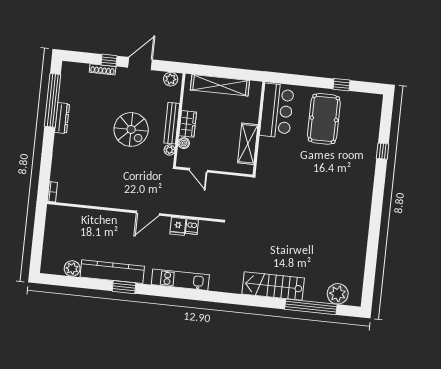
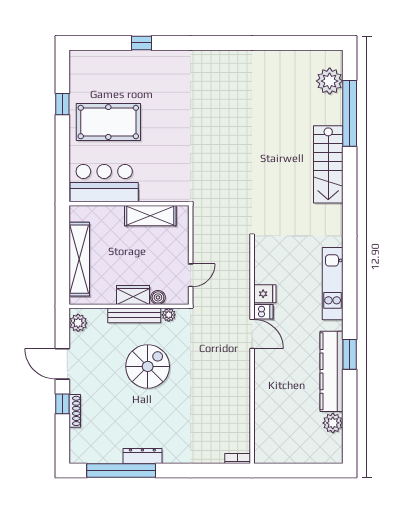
dishwasher: (192, 227) -> (263, 312), moved

